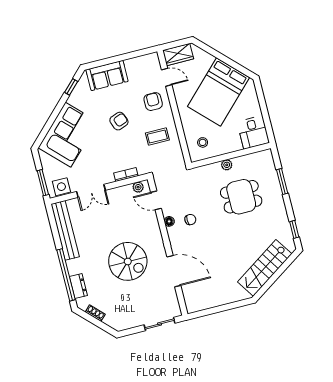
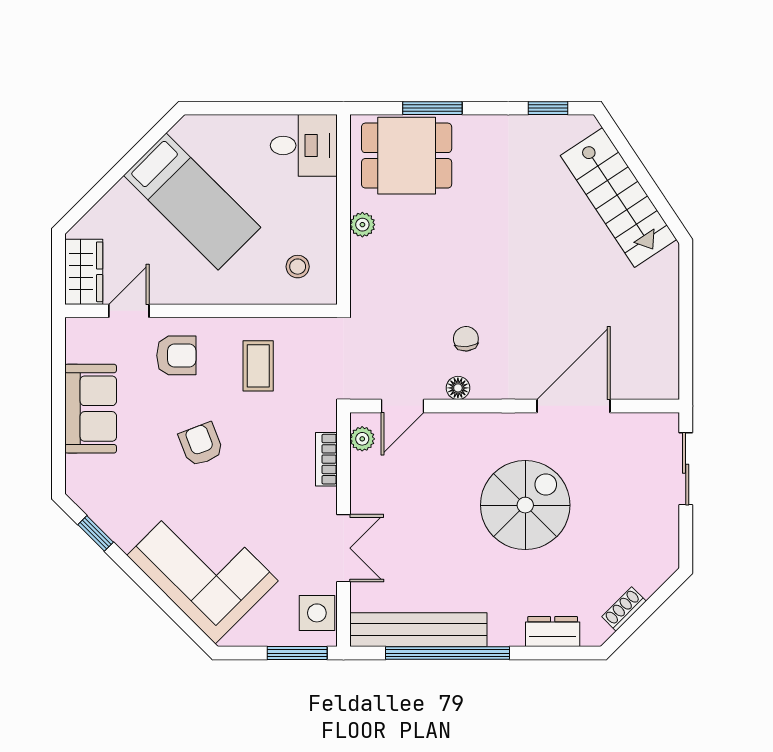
sofa: (107, 76) -> (91, 409), moved
bed: (218, 92) -> (192, 201), width x0.67
armchair: (153, 102) -> (176, 355), turned 180
dining table: (241, 197) -> (407, 156), moved, turned 90
window: (66, 275) -> (448, 653), moved

